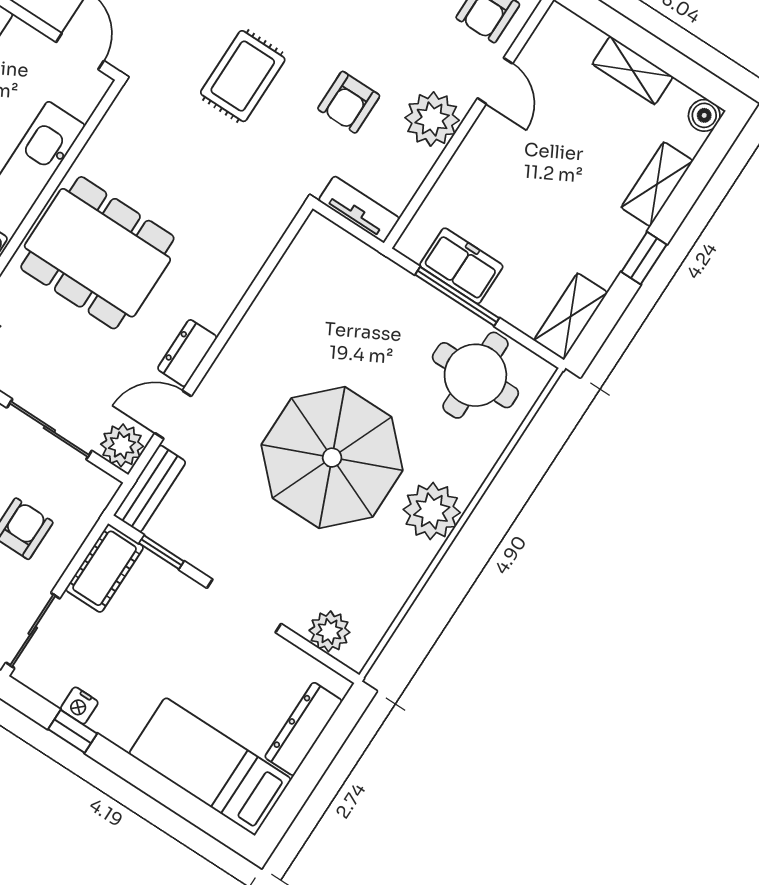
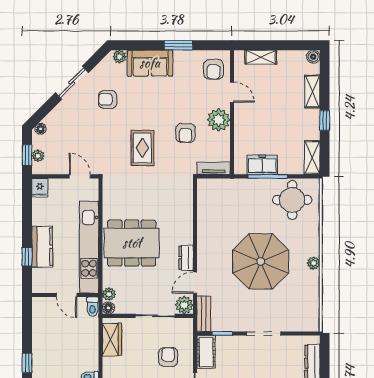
shelving: (633, 70) -> (261, 57), moved
plant: (432, 511) -> (313, 263), width x0.53, depth x0.53
plant: (329, 631) -> (299, 323), removed

